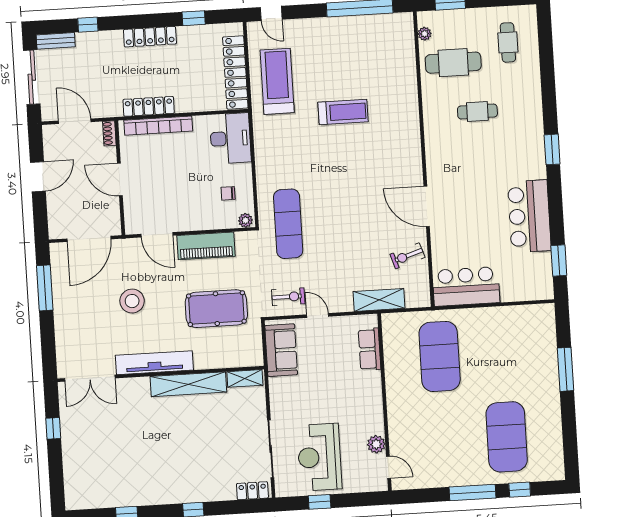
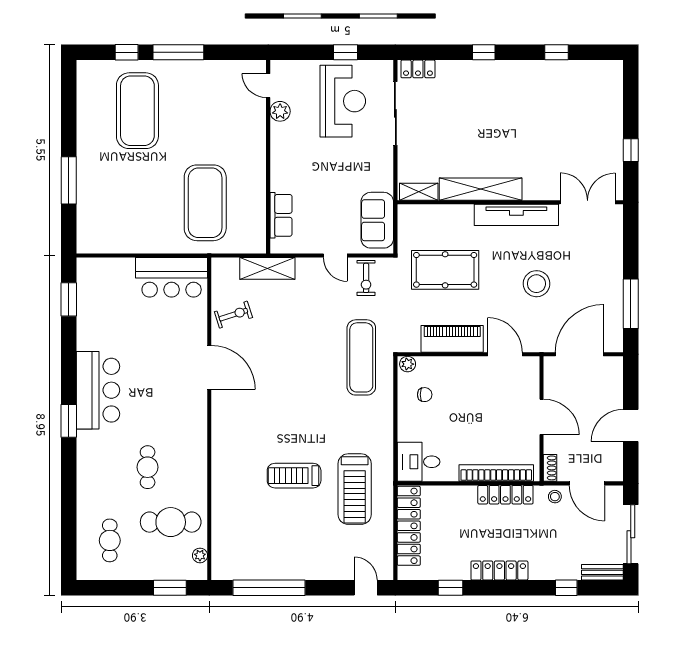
treadmill: (277, 81) -> (355, 489), moved
stool: (103, 107) -> (555, 497), added
cafe table: (477, 112) -> (148, 467), turned 90
desk: (230, 138) -> (419, 462), width x0.73
bar counter: (529, 216) -> (98, 390), moved
exercise bike: (288, 297) -> (366, 278), turned -90

